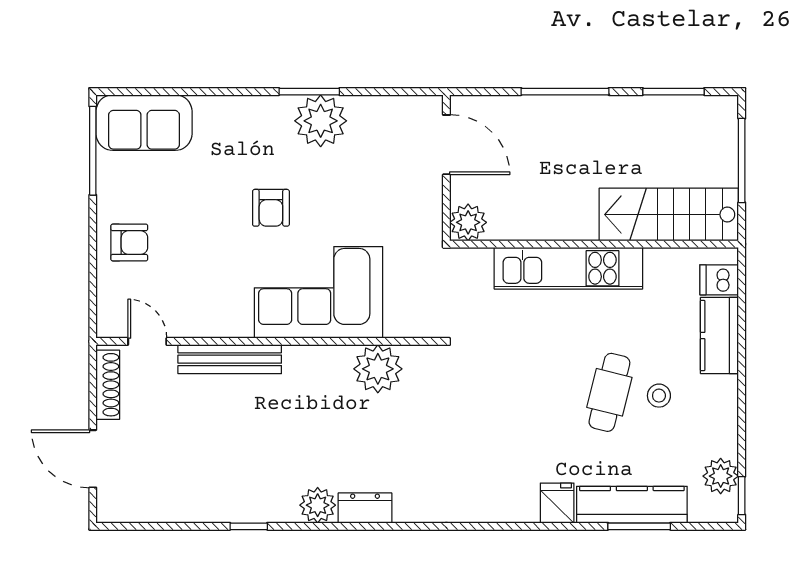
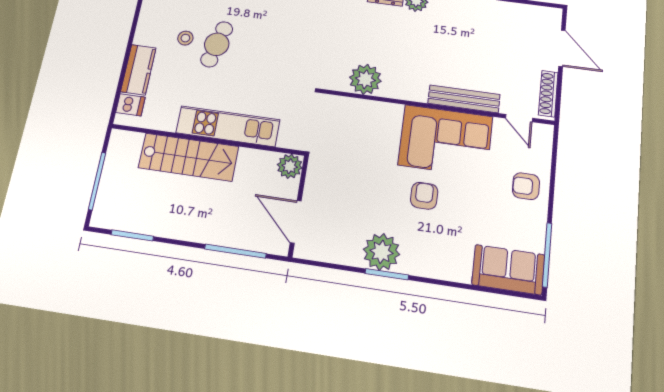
window: (565, 92) -> (235, 251), moved
stairs: (669, 215) -> (189, 157), moved
corner sofa: (318, 292) -> (445, 141), moved

